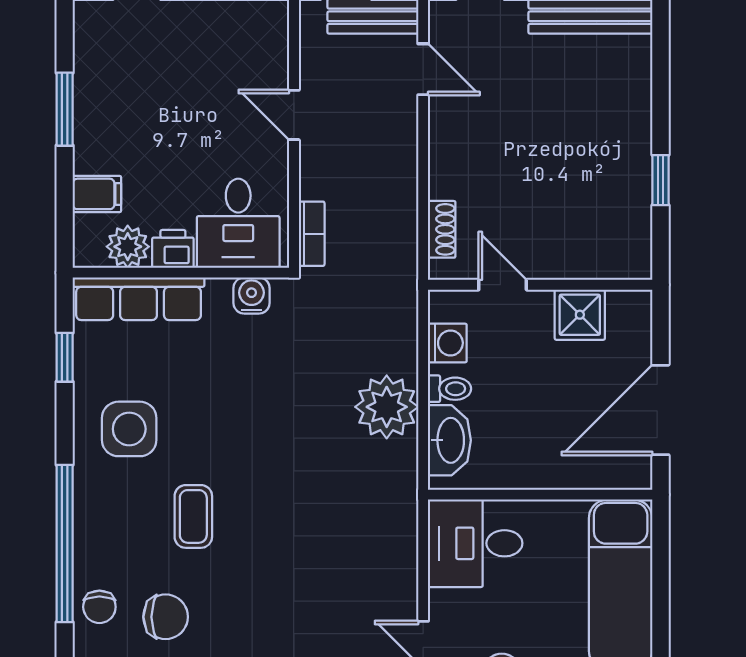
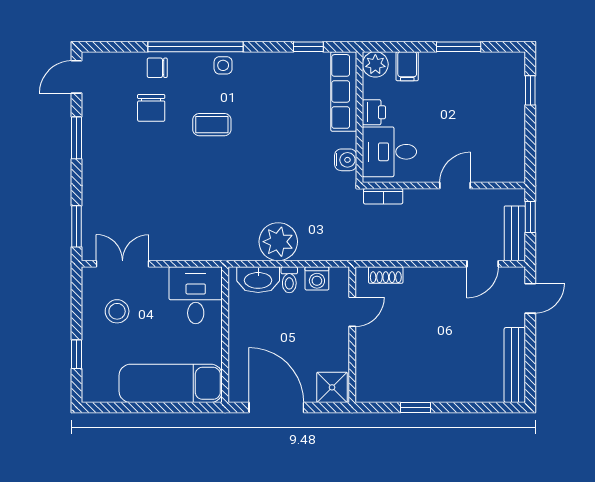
plant: (128, 247) -> (375, 64), moved
shower: (580, 315) -> (332, 387), moved
side table: (129, 429) -> (223, 65), moved, width x0.54, depth x0.54

